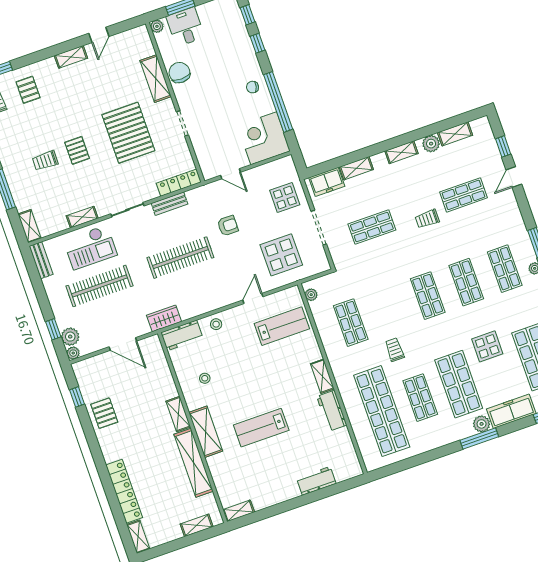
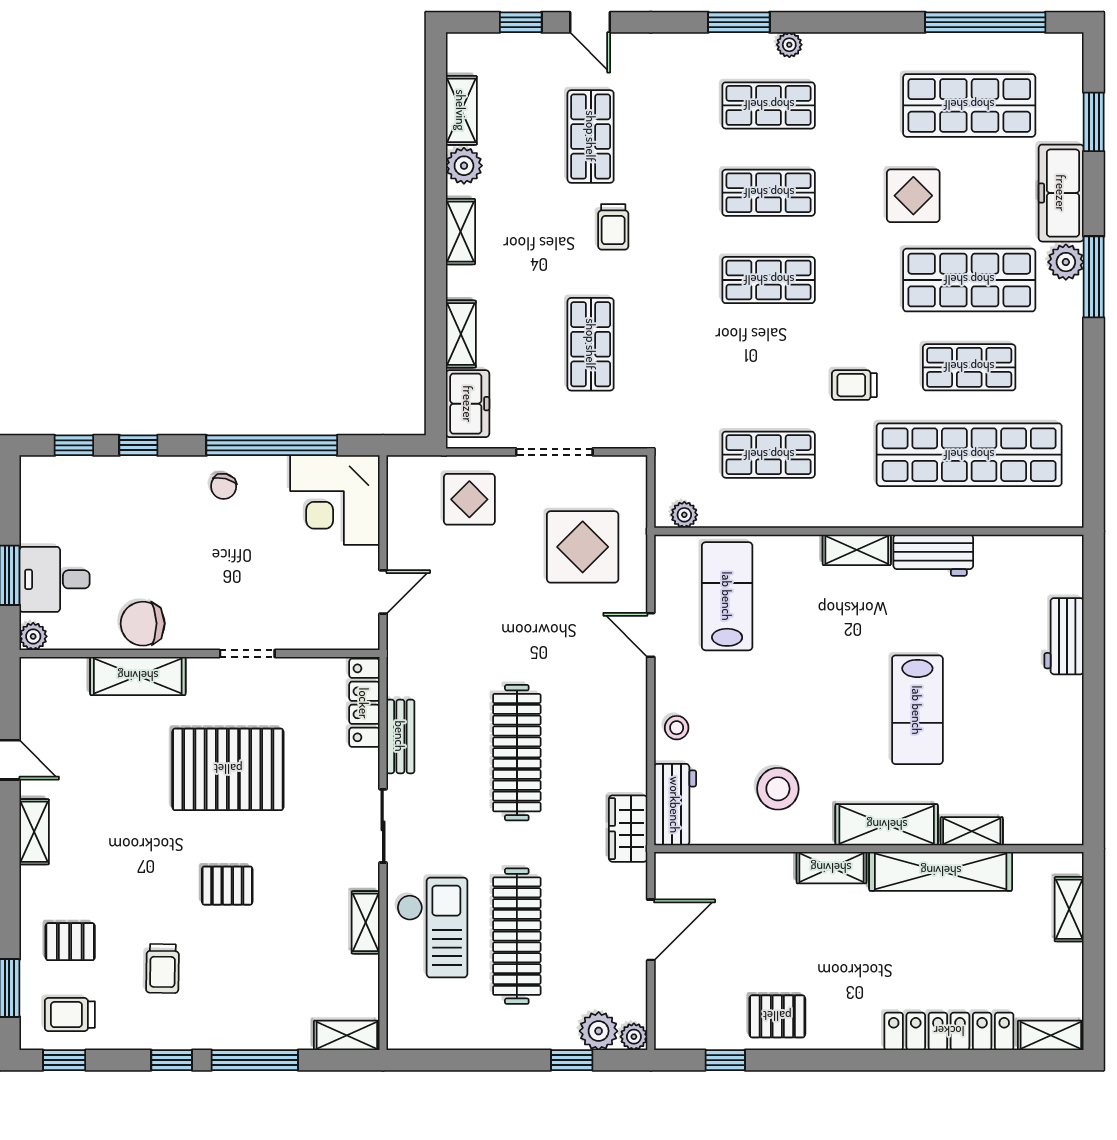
trolley: (45, 161) -> (163, 969), moved
armchair: (228, 226) -> (486, 634), removed
bench: (41, 260) -> (424, 1036), removed
stool: (205, 378) -> (778, 789), width x1.89, depth x1.89
shelving: (239, 511) -> (972, 831), moved, turned 90

